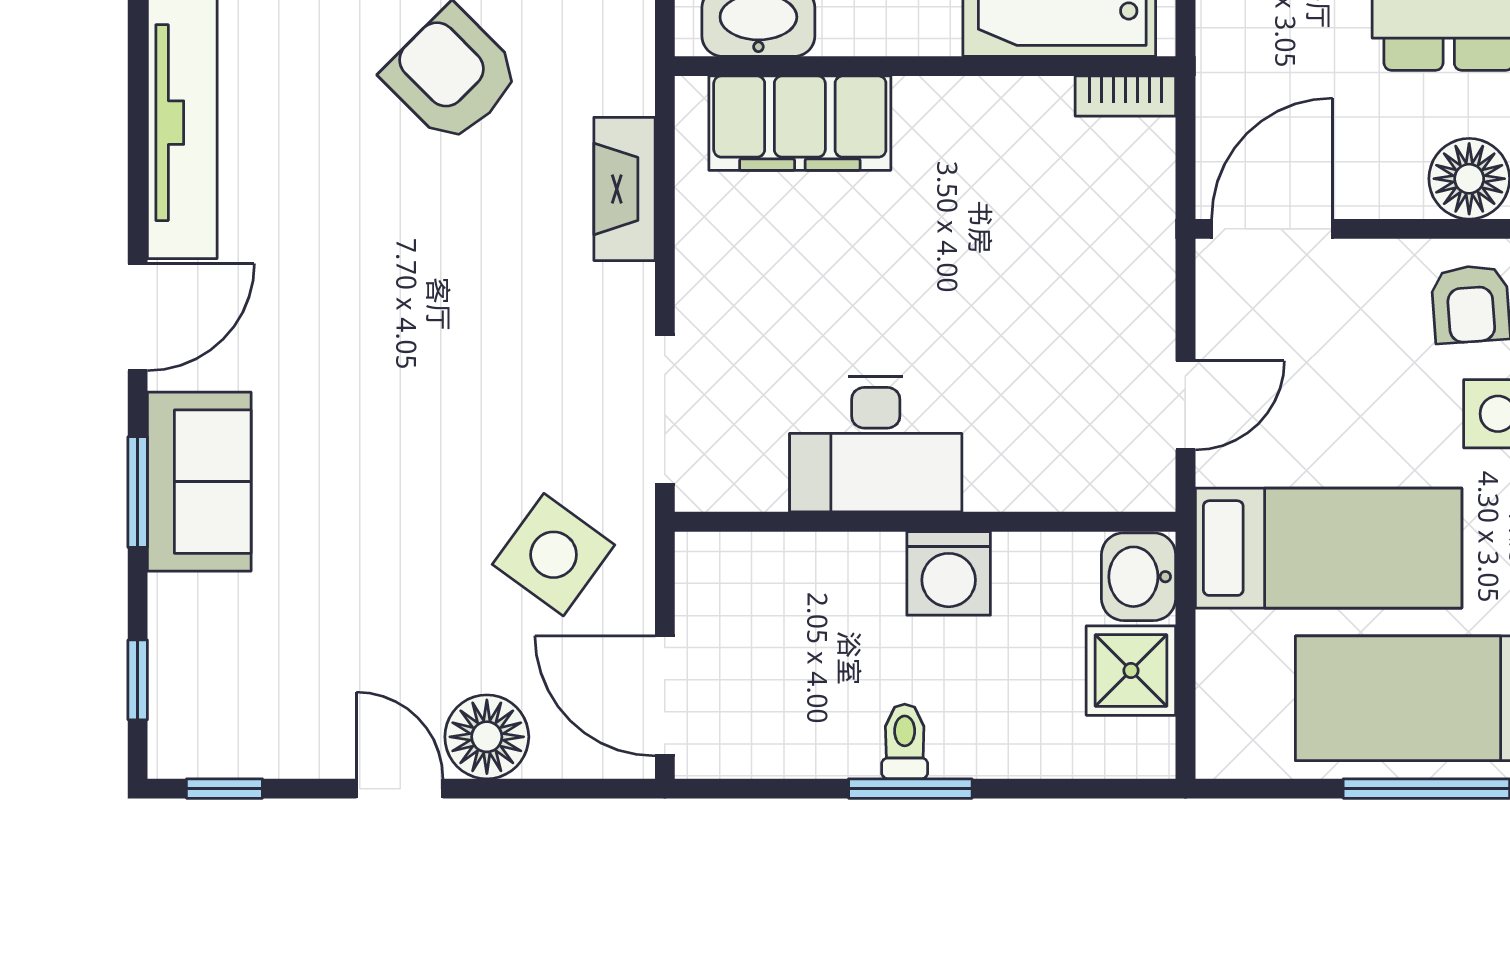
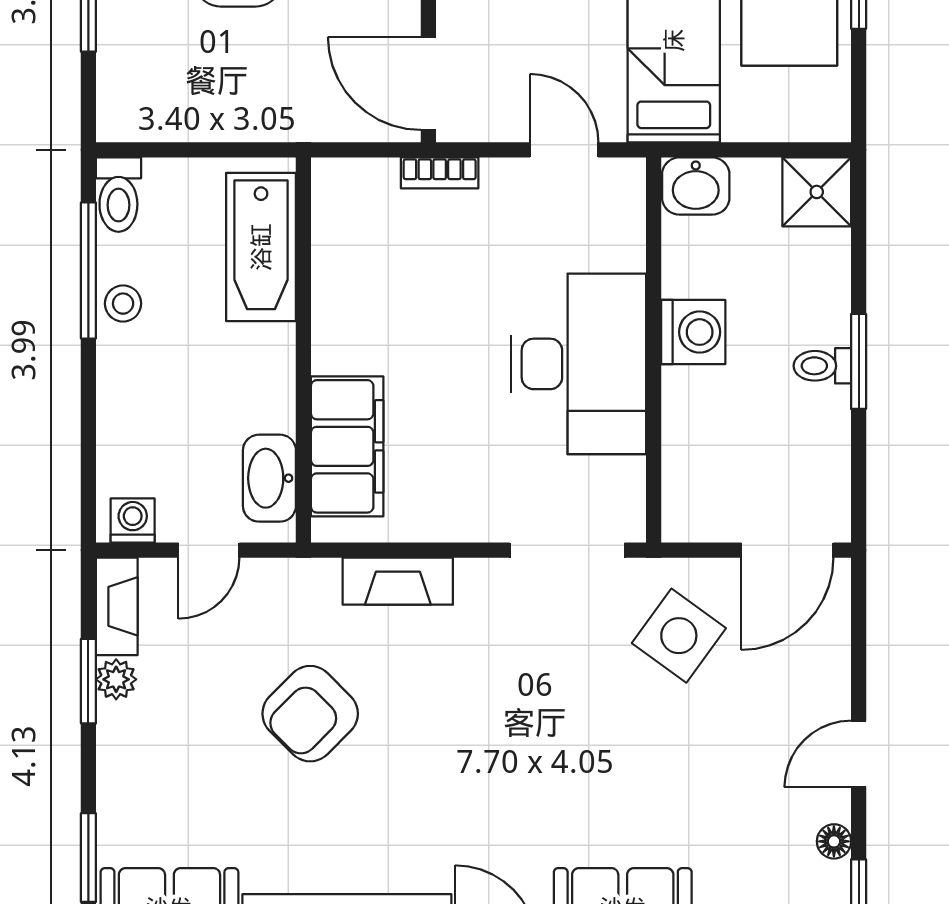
bookcase: (1125, 96) -> (440, 173), moved, turned 90
desk: (876, 444) -> (578, 364), width x1.36, depth x1.30
shower: (1131, 671) -> (817, 192), moved
floor lamp: (487, 737) -> (834, 841), moved, width x0.53, depth x0.53

